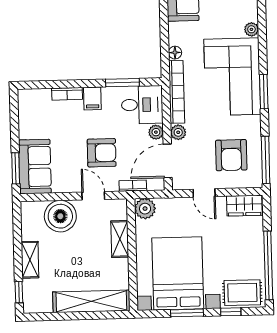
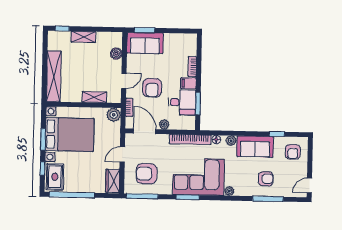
desk: (142, 105) -> (182, 102), moved, turned -90
plant: (178, 132) -> (231, 141), moved
boiler: (60, 216) -> (116, 54), width x0.54, depth x0.54

